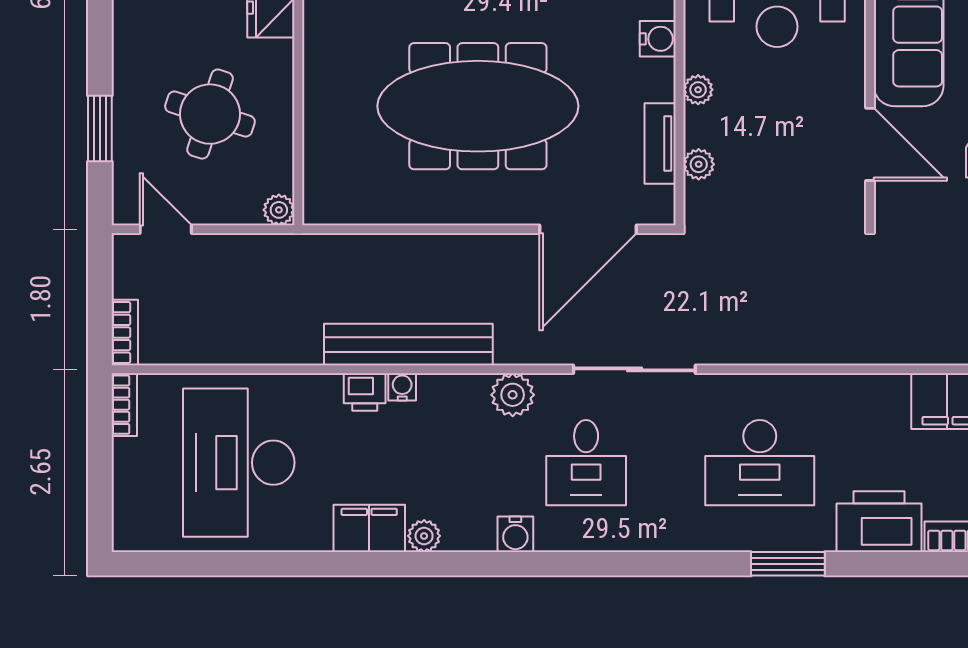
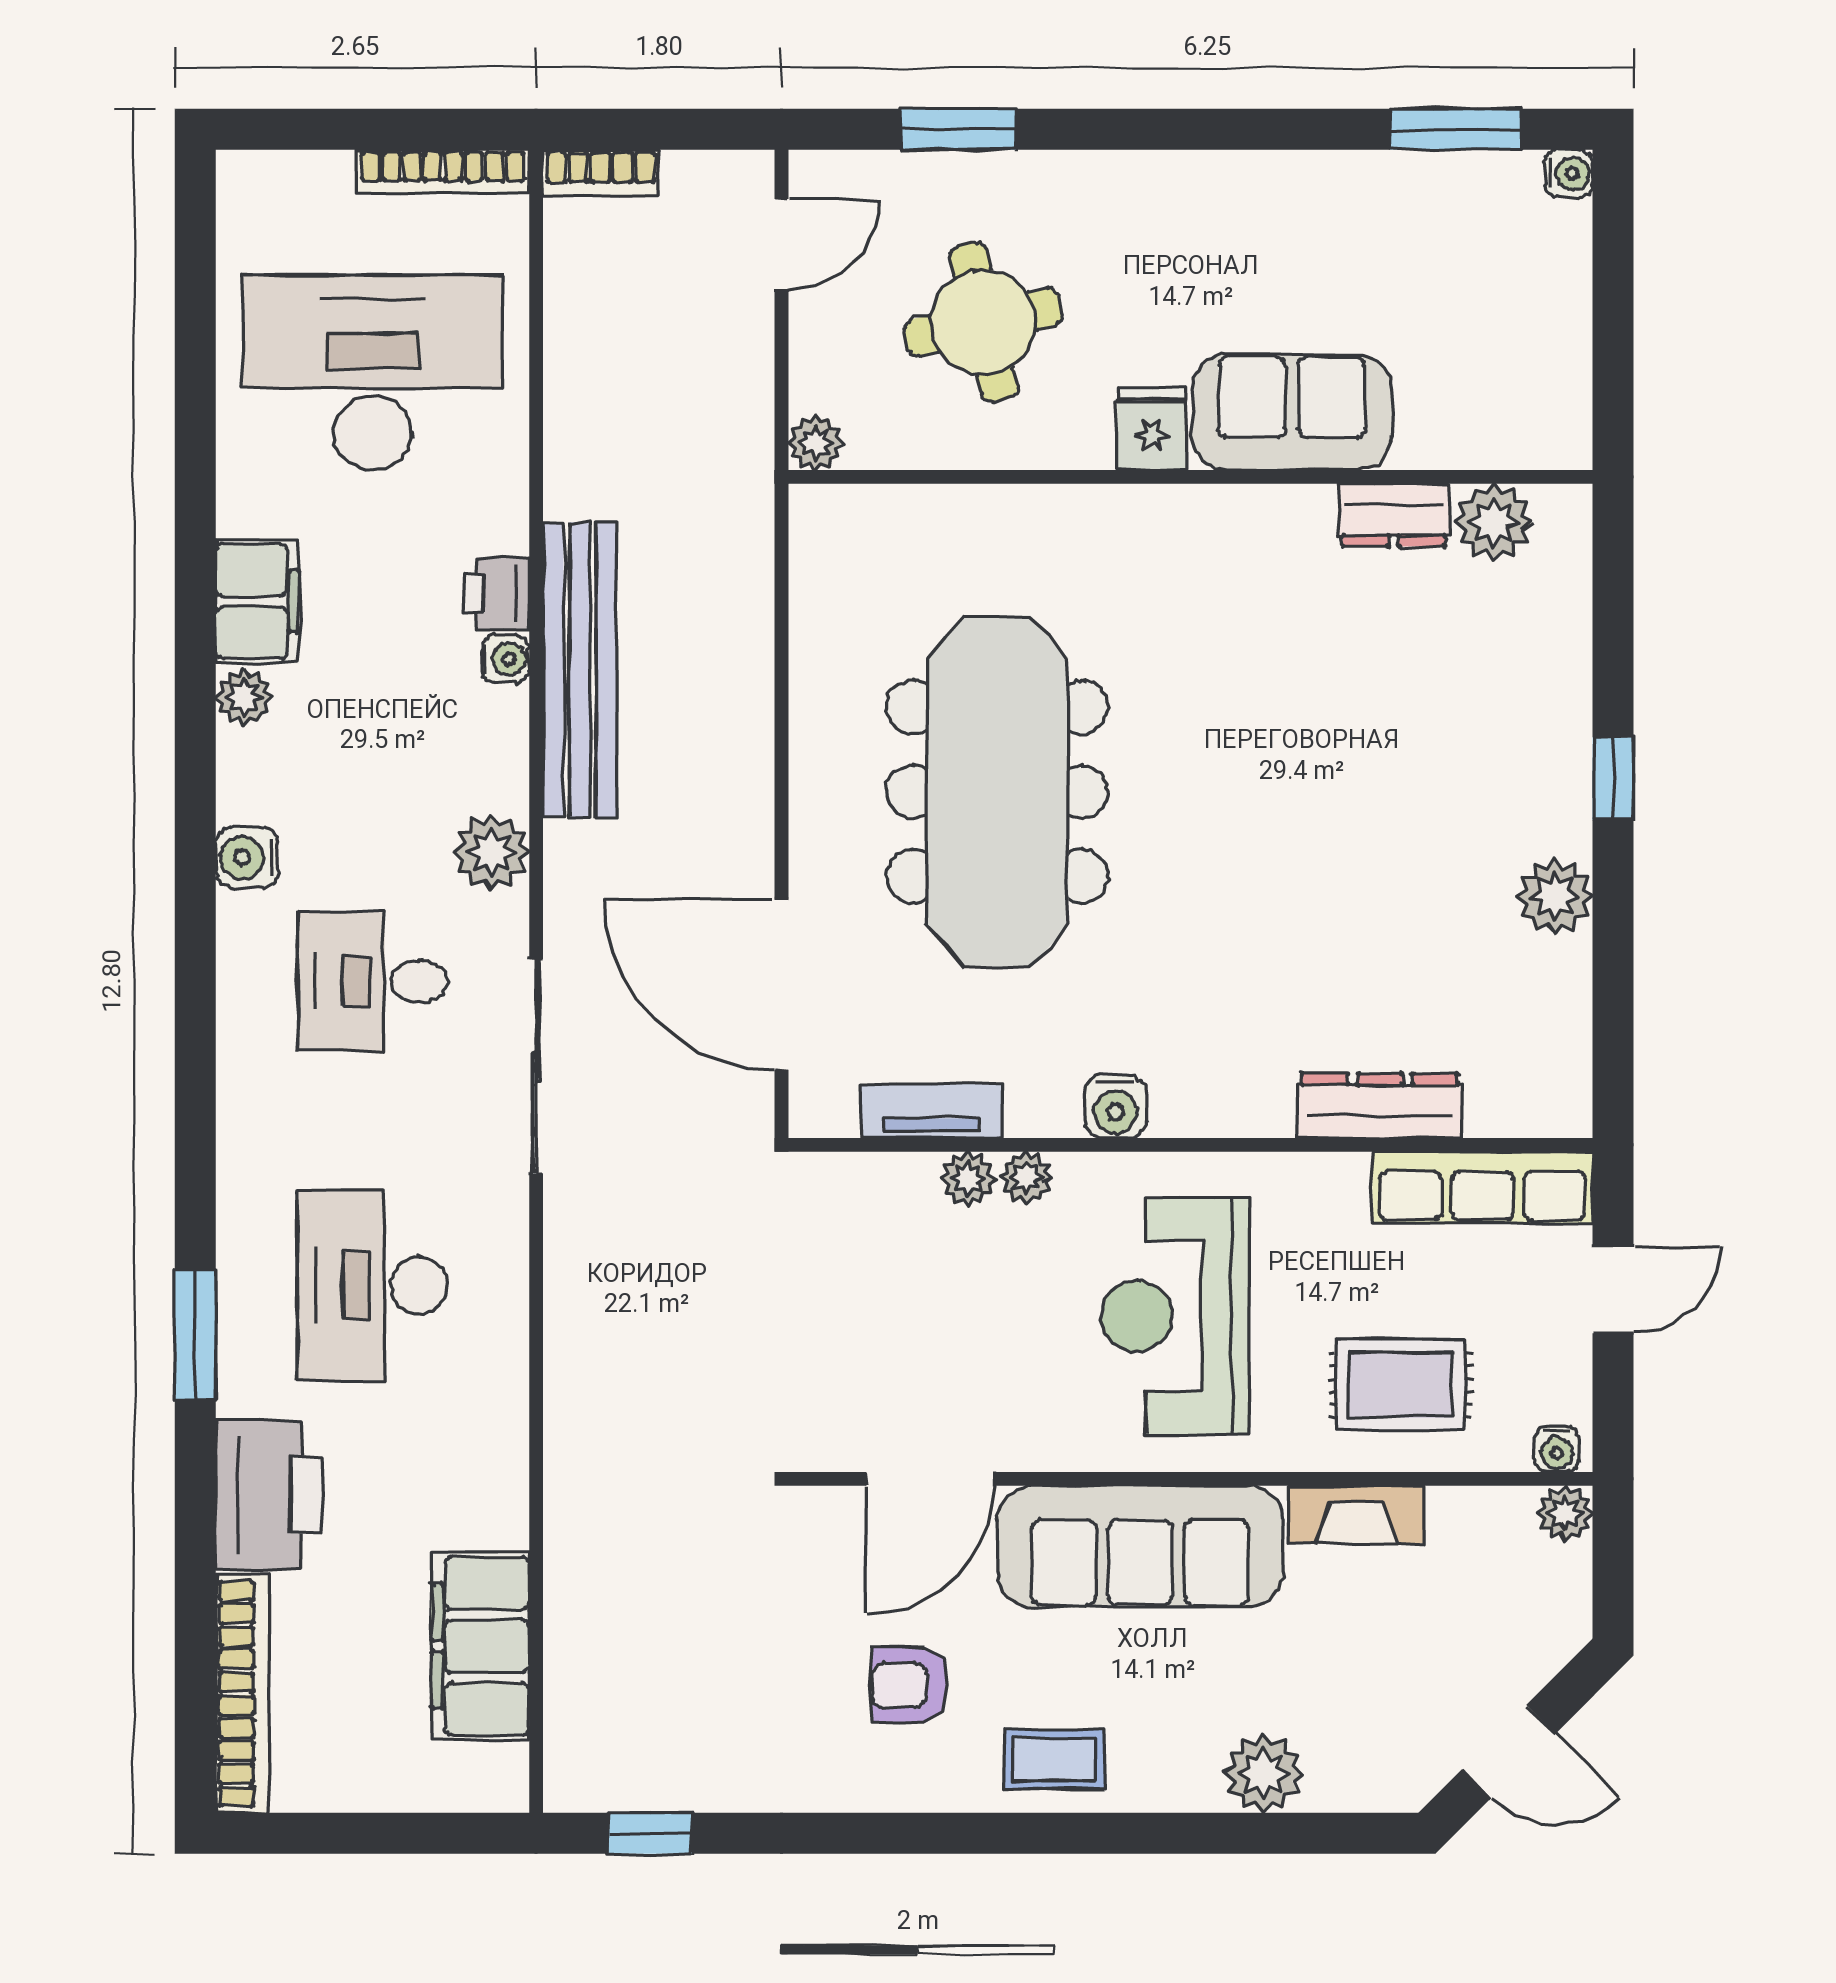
round table: (210, 114) -> (984, 322), turned -31
plant: (699, 164) -> (968, 1179), moved
bookcase: (124, 405) -> (443, 172), width x1.56

